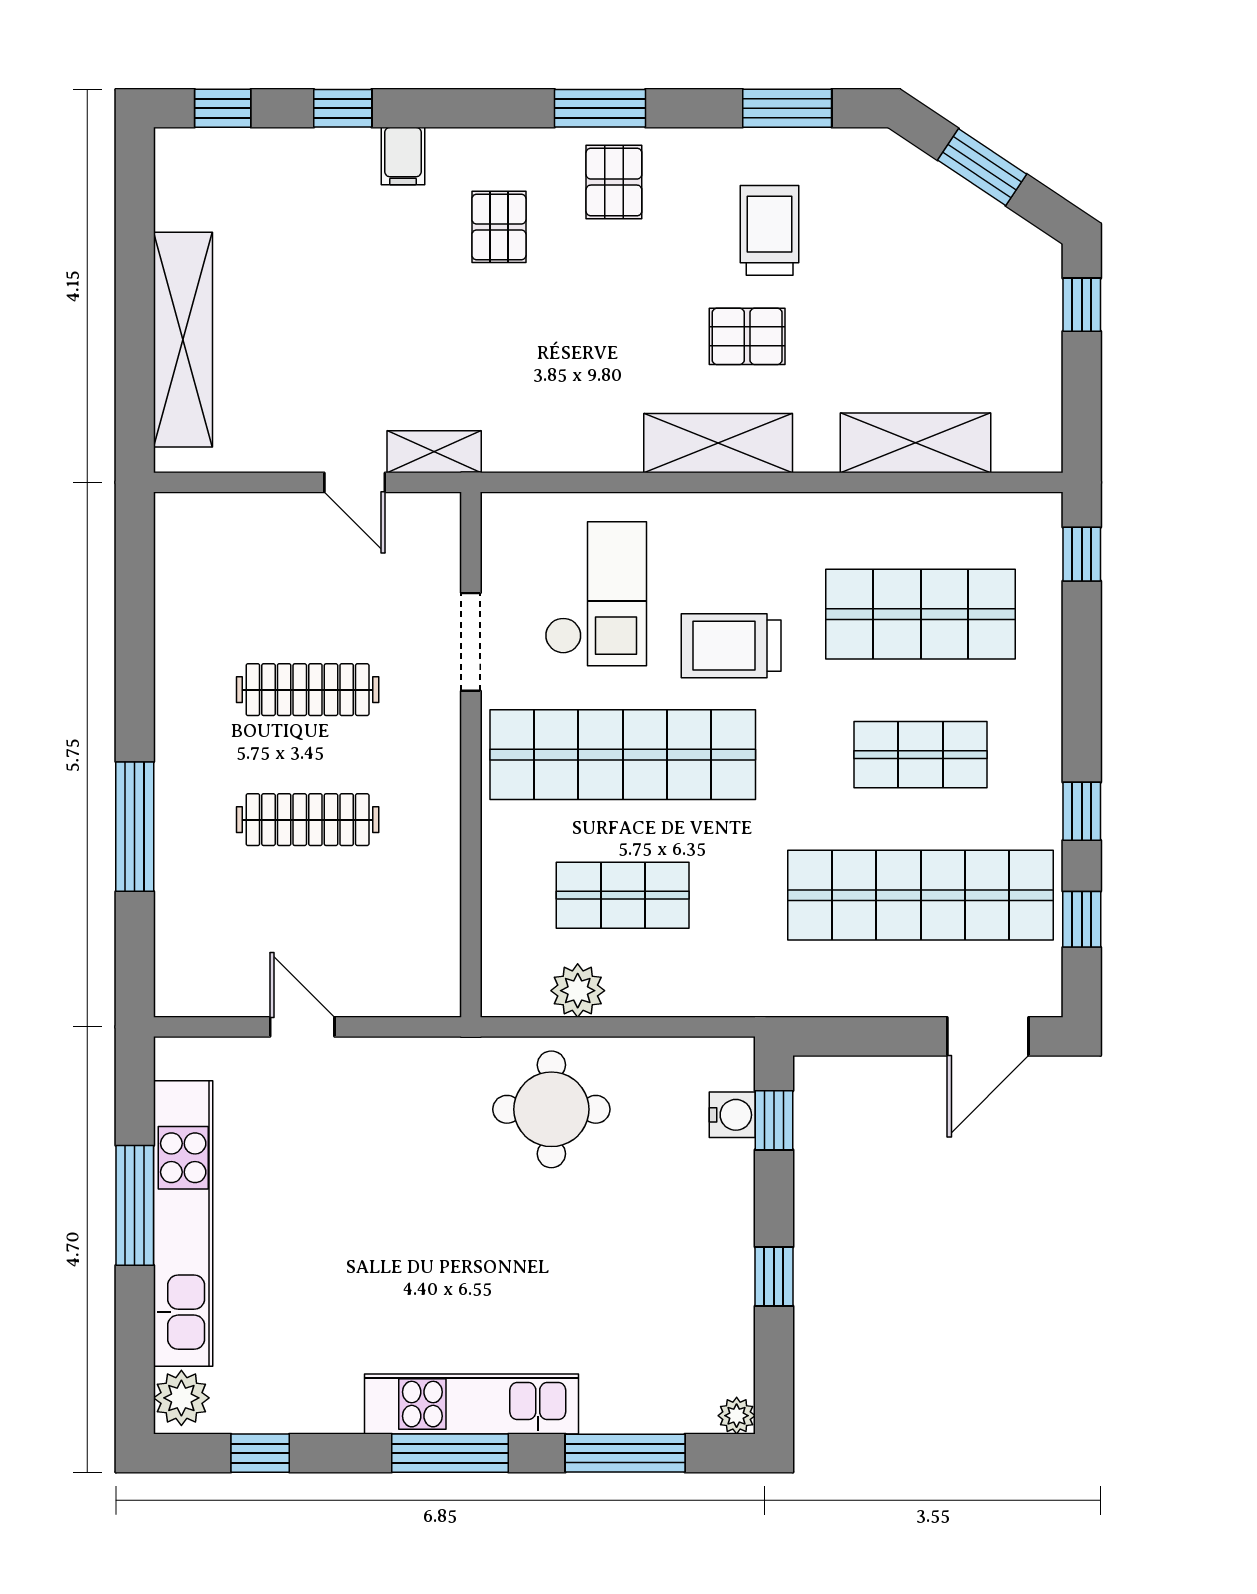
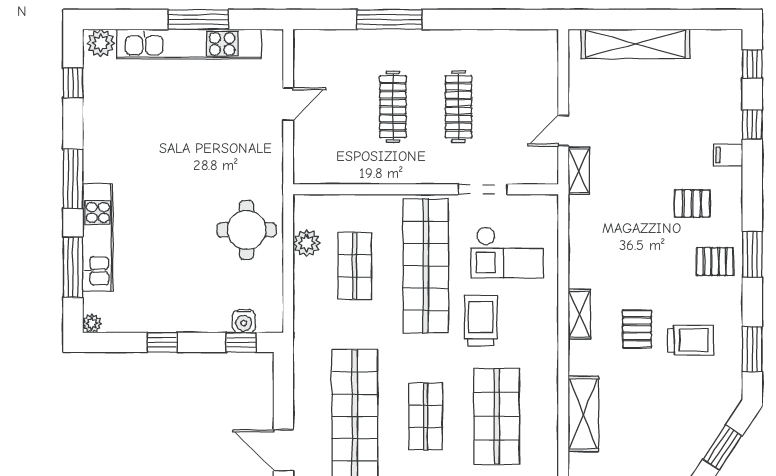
shelving: (718, 443) -> (579, 314), width x0.67, depth x0.75
kitchen unit: (472, 1404) -> (98, 237), moved

